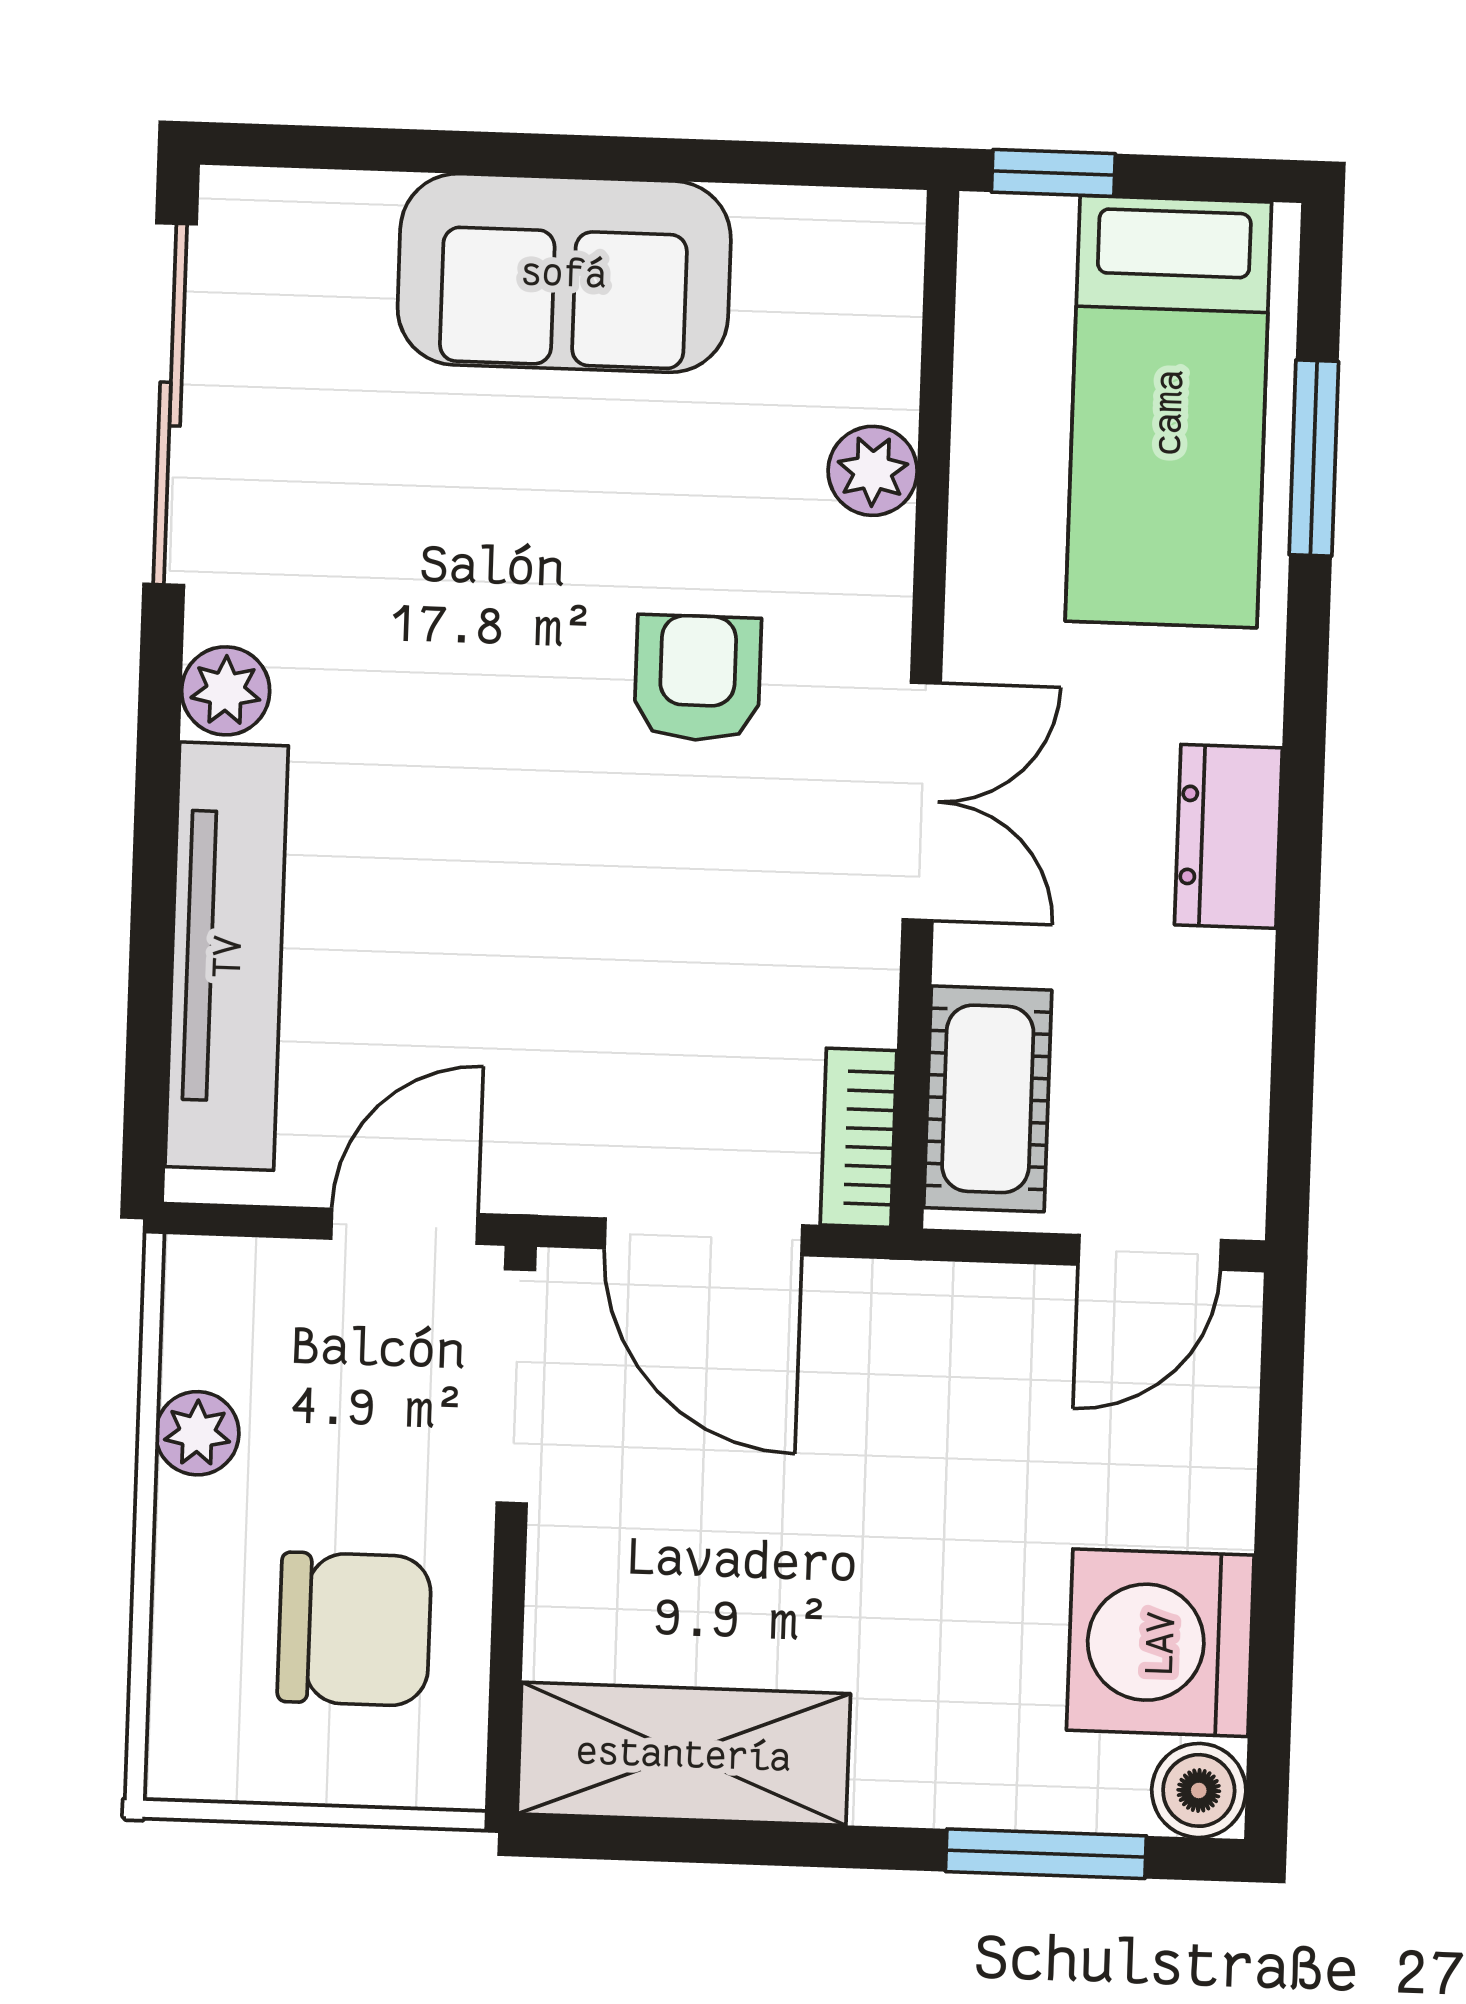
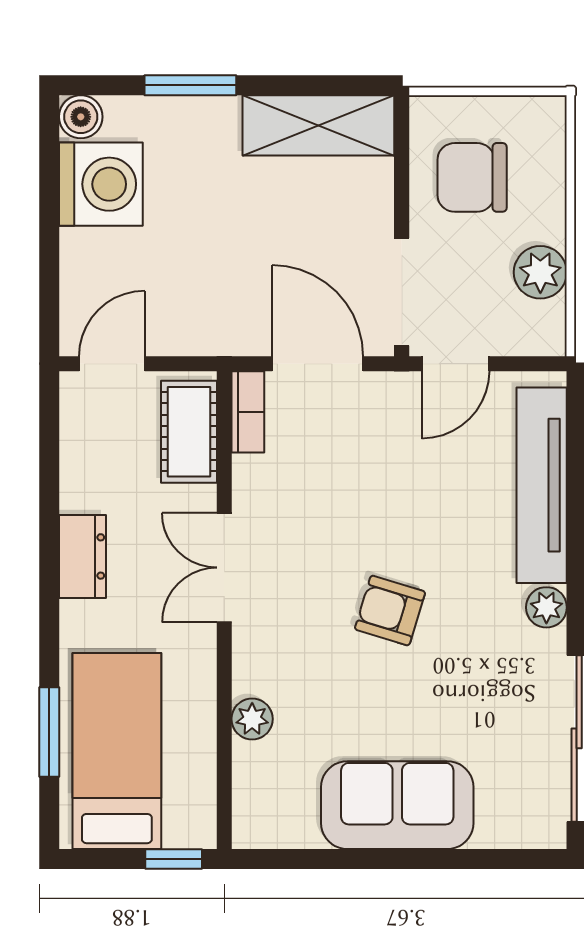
armchair: (698, 678) -> (390, 610), moved, turned 107
plant: (197, 1433) -> (540, 272), width x1.38, depth x1.38
window: (1046, 1854) -> (190, 85), moved

